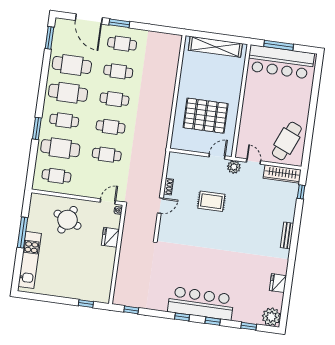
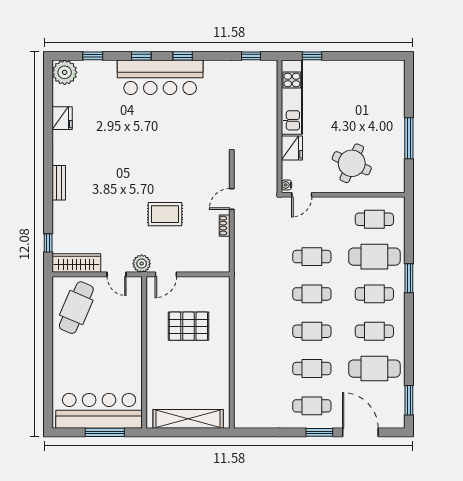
cafe table: (68, 93) -> (374, 331), width x0.73, depth x0.74
pallet: (206, 116) -> (188, 326), width x0.73, depth x0.71
kitchen unit: (30, 260) -> (292, 97), moved, turned 180

